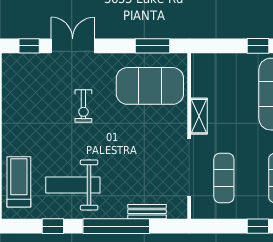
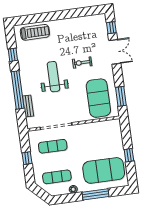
shelving: (199, 116) -> (85, 128), removed
weight bench: (73, 185) -> (53, 77), moved
window: (258, 226) -> (27, 158), moved

